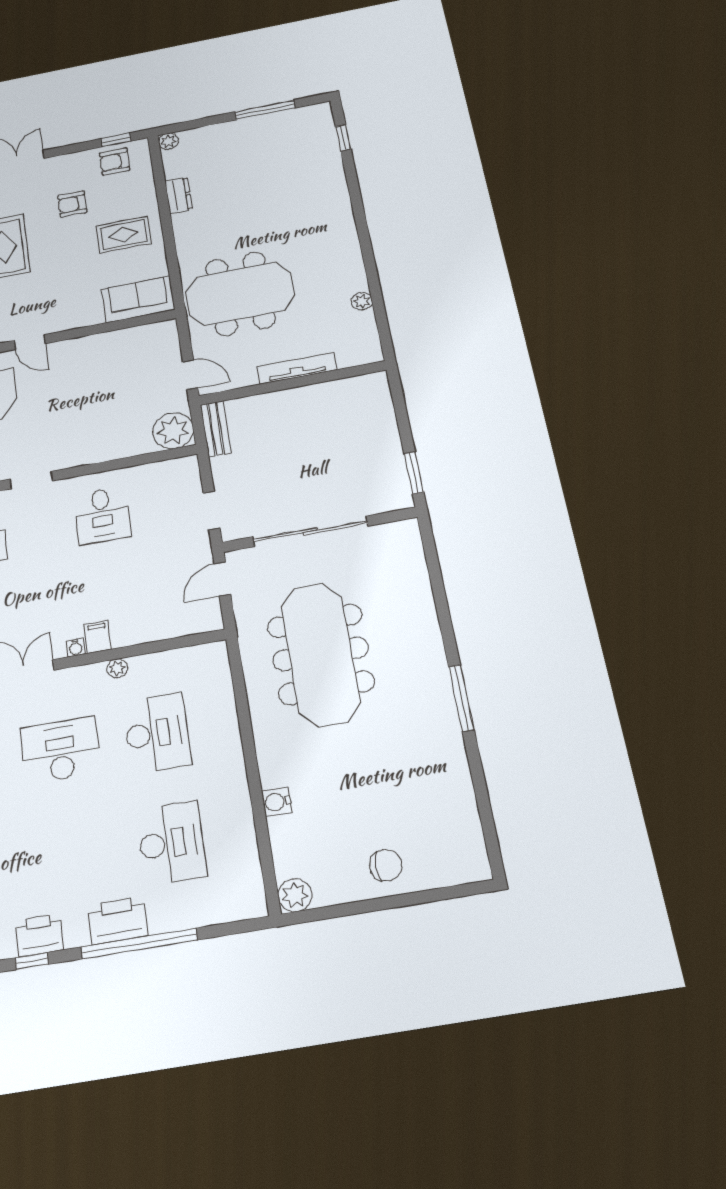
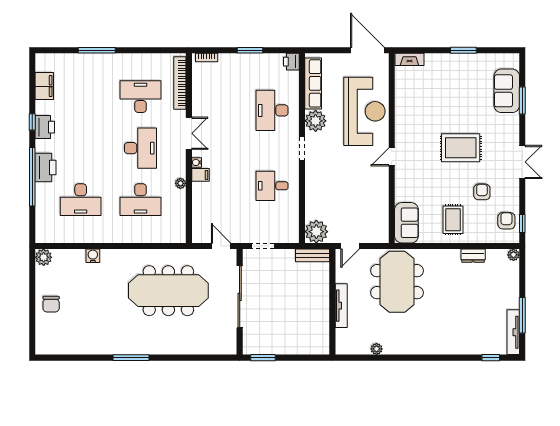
tv unit: (295, 116) -> (513, 332), added

